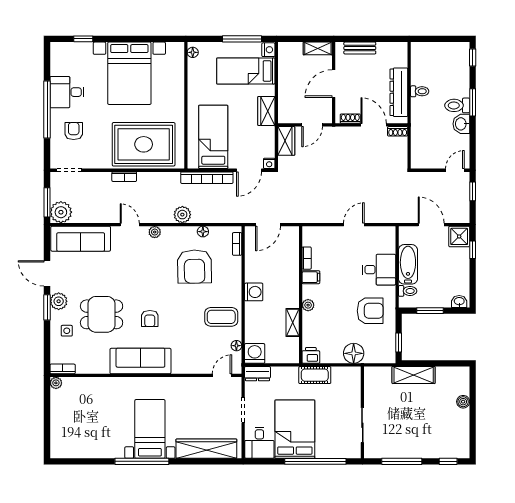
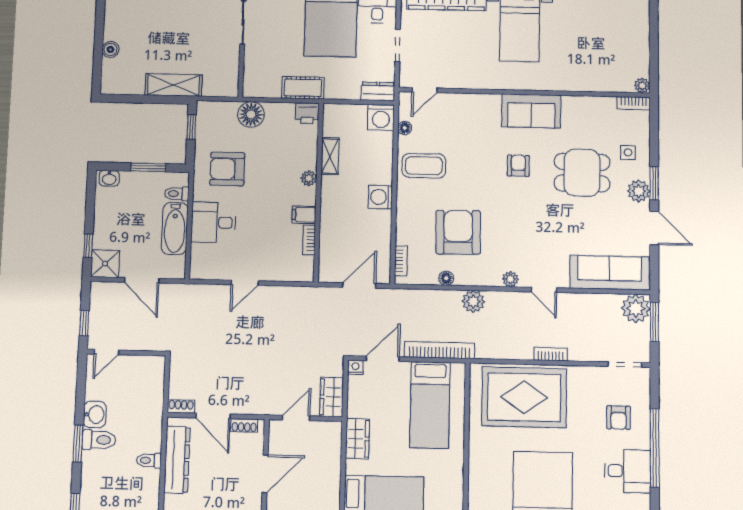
sofa: (140, 361) -> (531, 111), width x0.73

